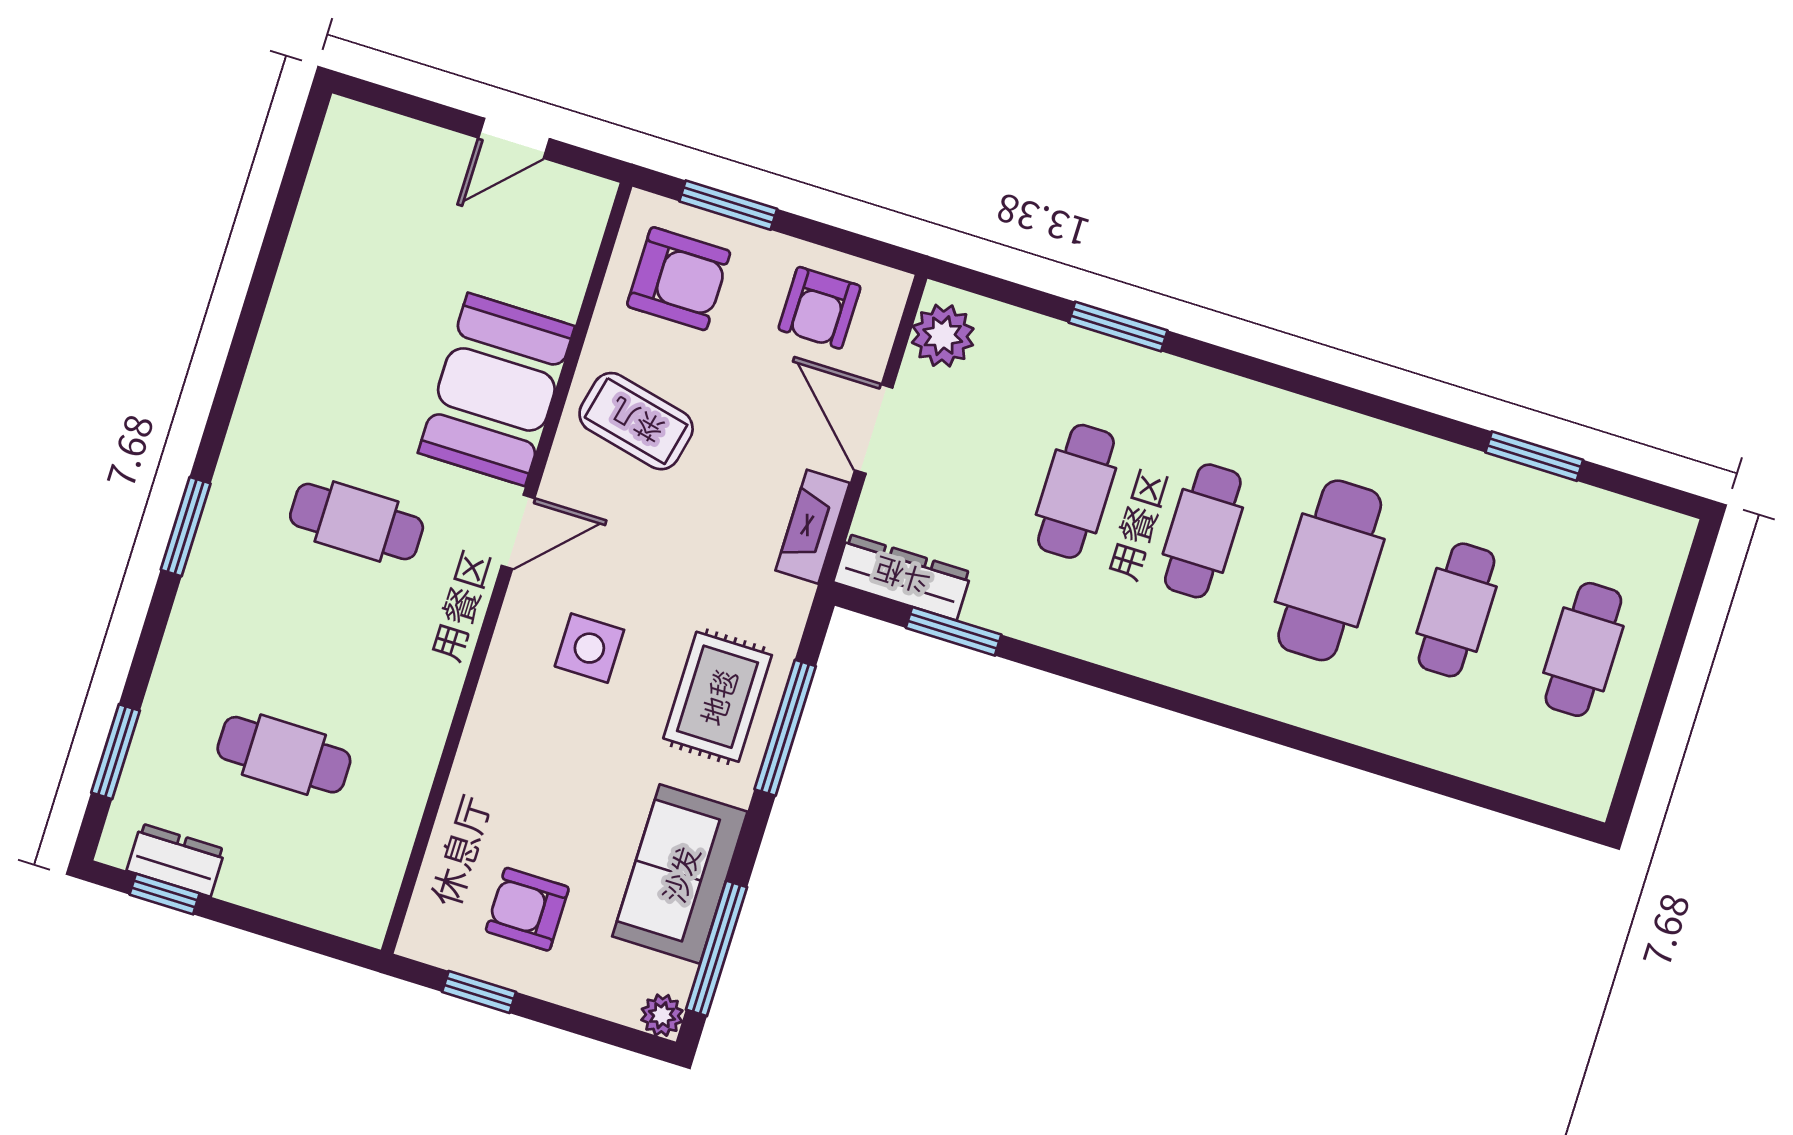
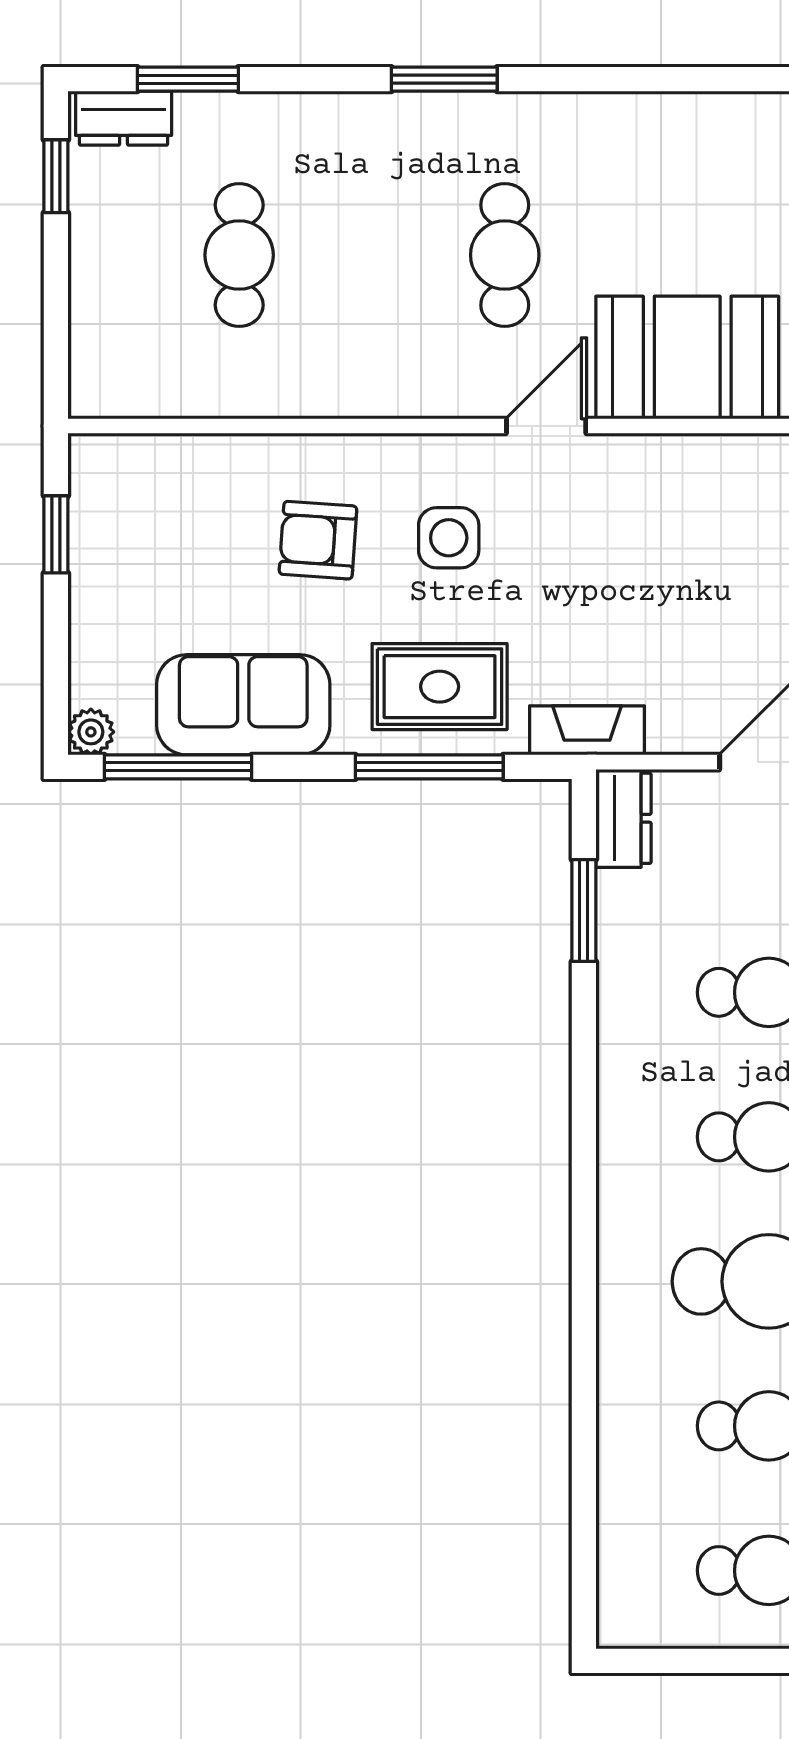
coffee table: (636, 421) -> (699, 513), removed
fireplace: (813, 527) -> (587, 730), moved
door: (518, 532) -> (546, 426), swing flipped
dresser: (902, 577) -> (624, 818), width x0.70
dresser: (176, 860) -> (124, 118), moved, turned 90
armchair: (527, 909) -> (318, 540), moved, turned -86

